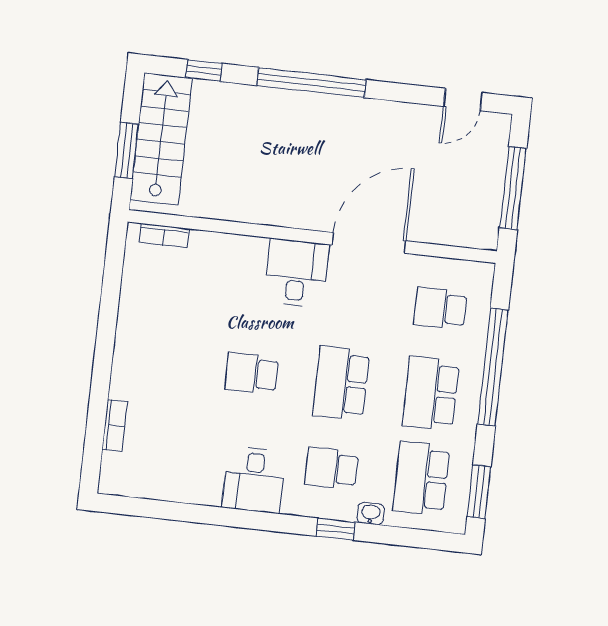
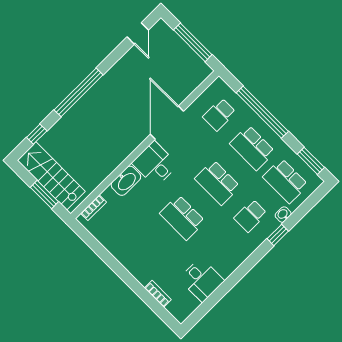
washbasin: (239, 251) -> (126, 181), added
school desk: (252, 373) -> (182, 217), width x1.85
desk: (254, 480) -> (202, 280), moved

